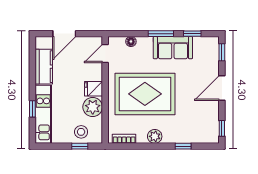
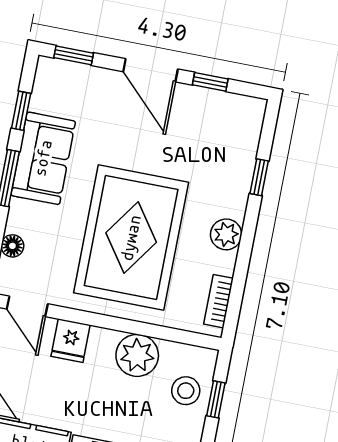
fridge: (94, 89) -> (71, 341), moved
window: (222, 128) -> (210, 82), moved

